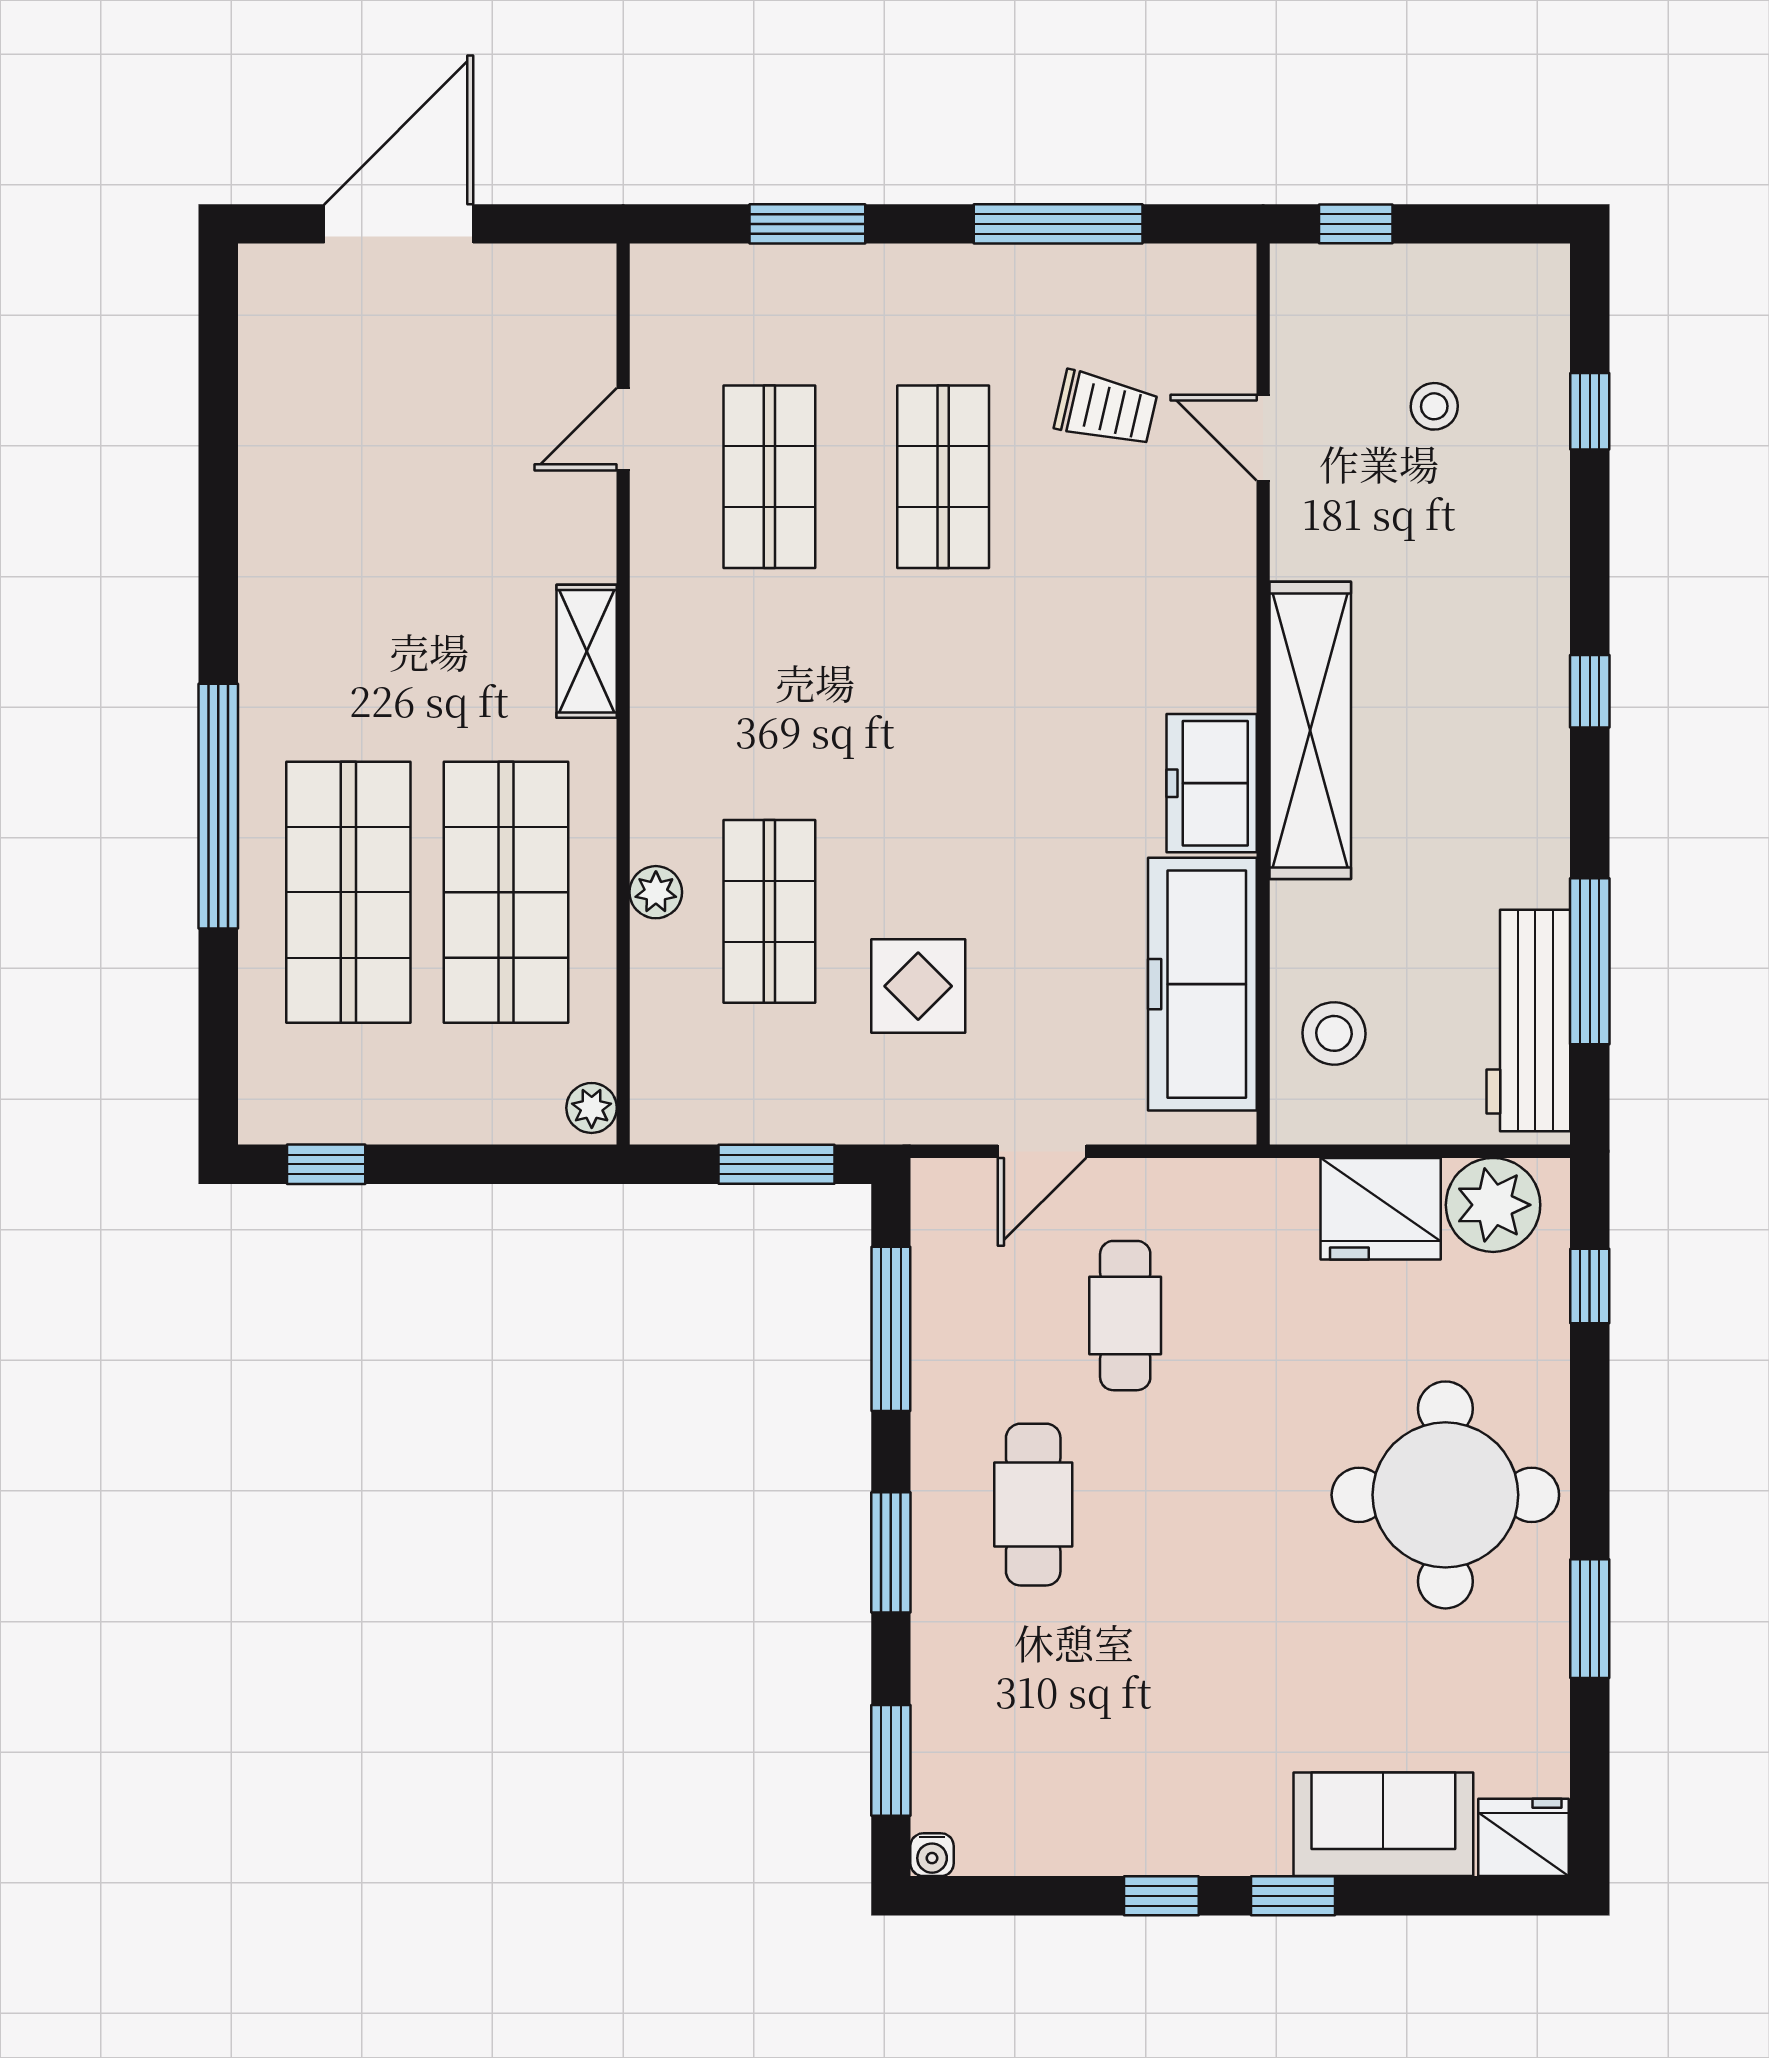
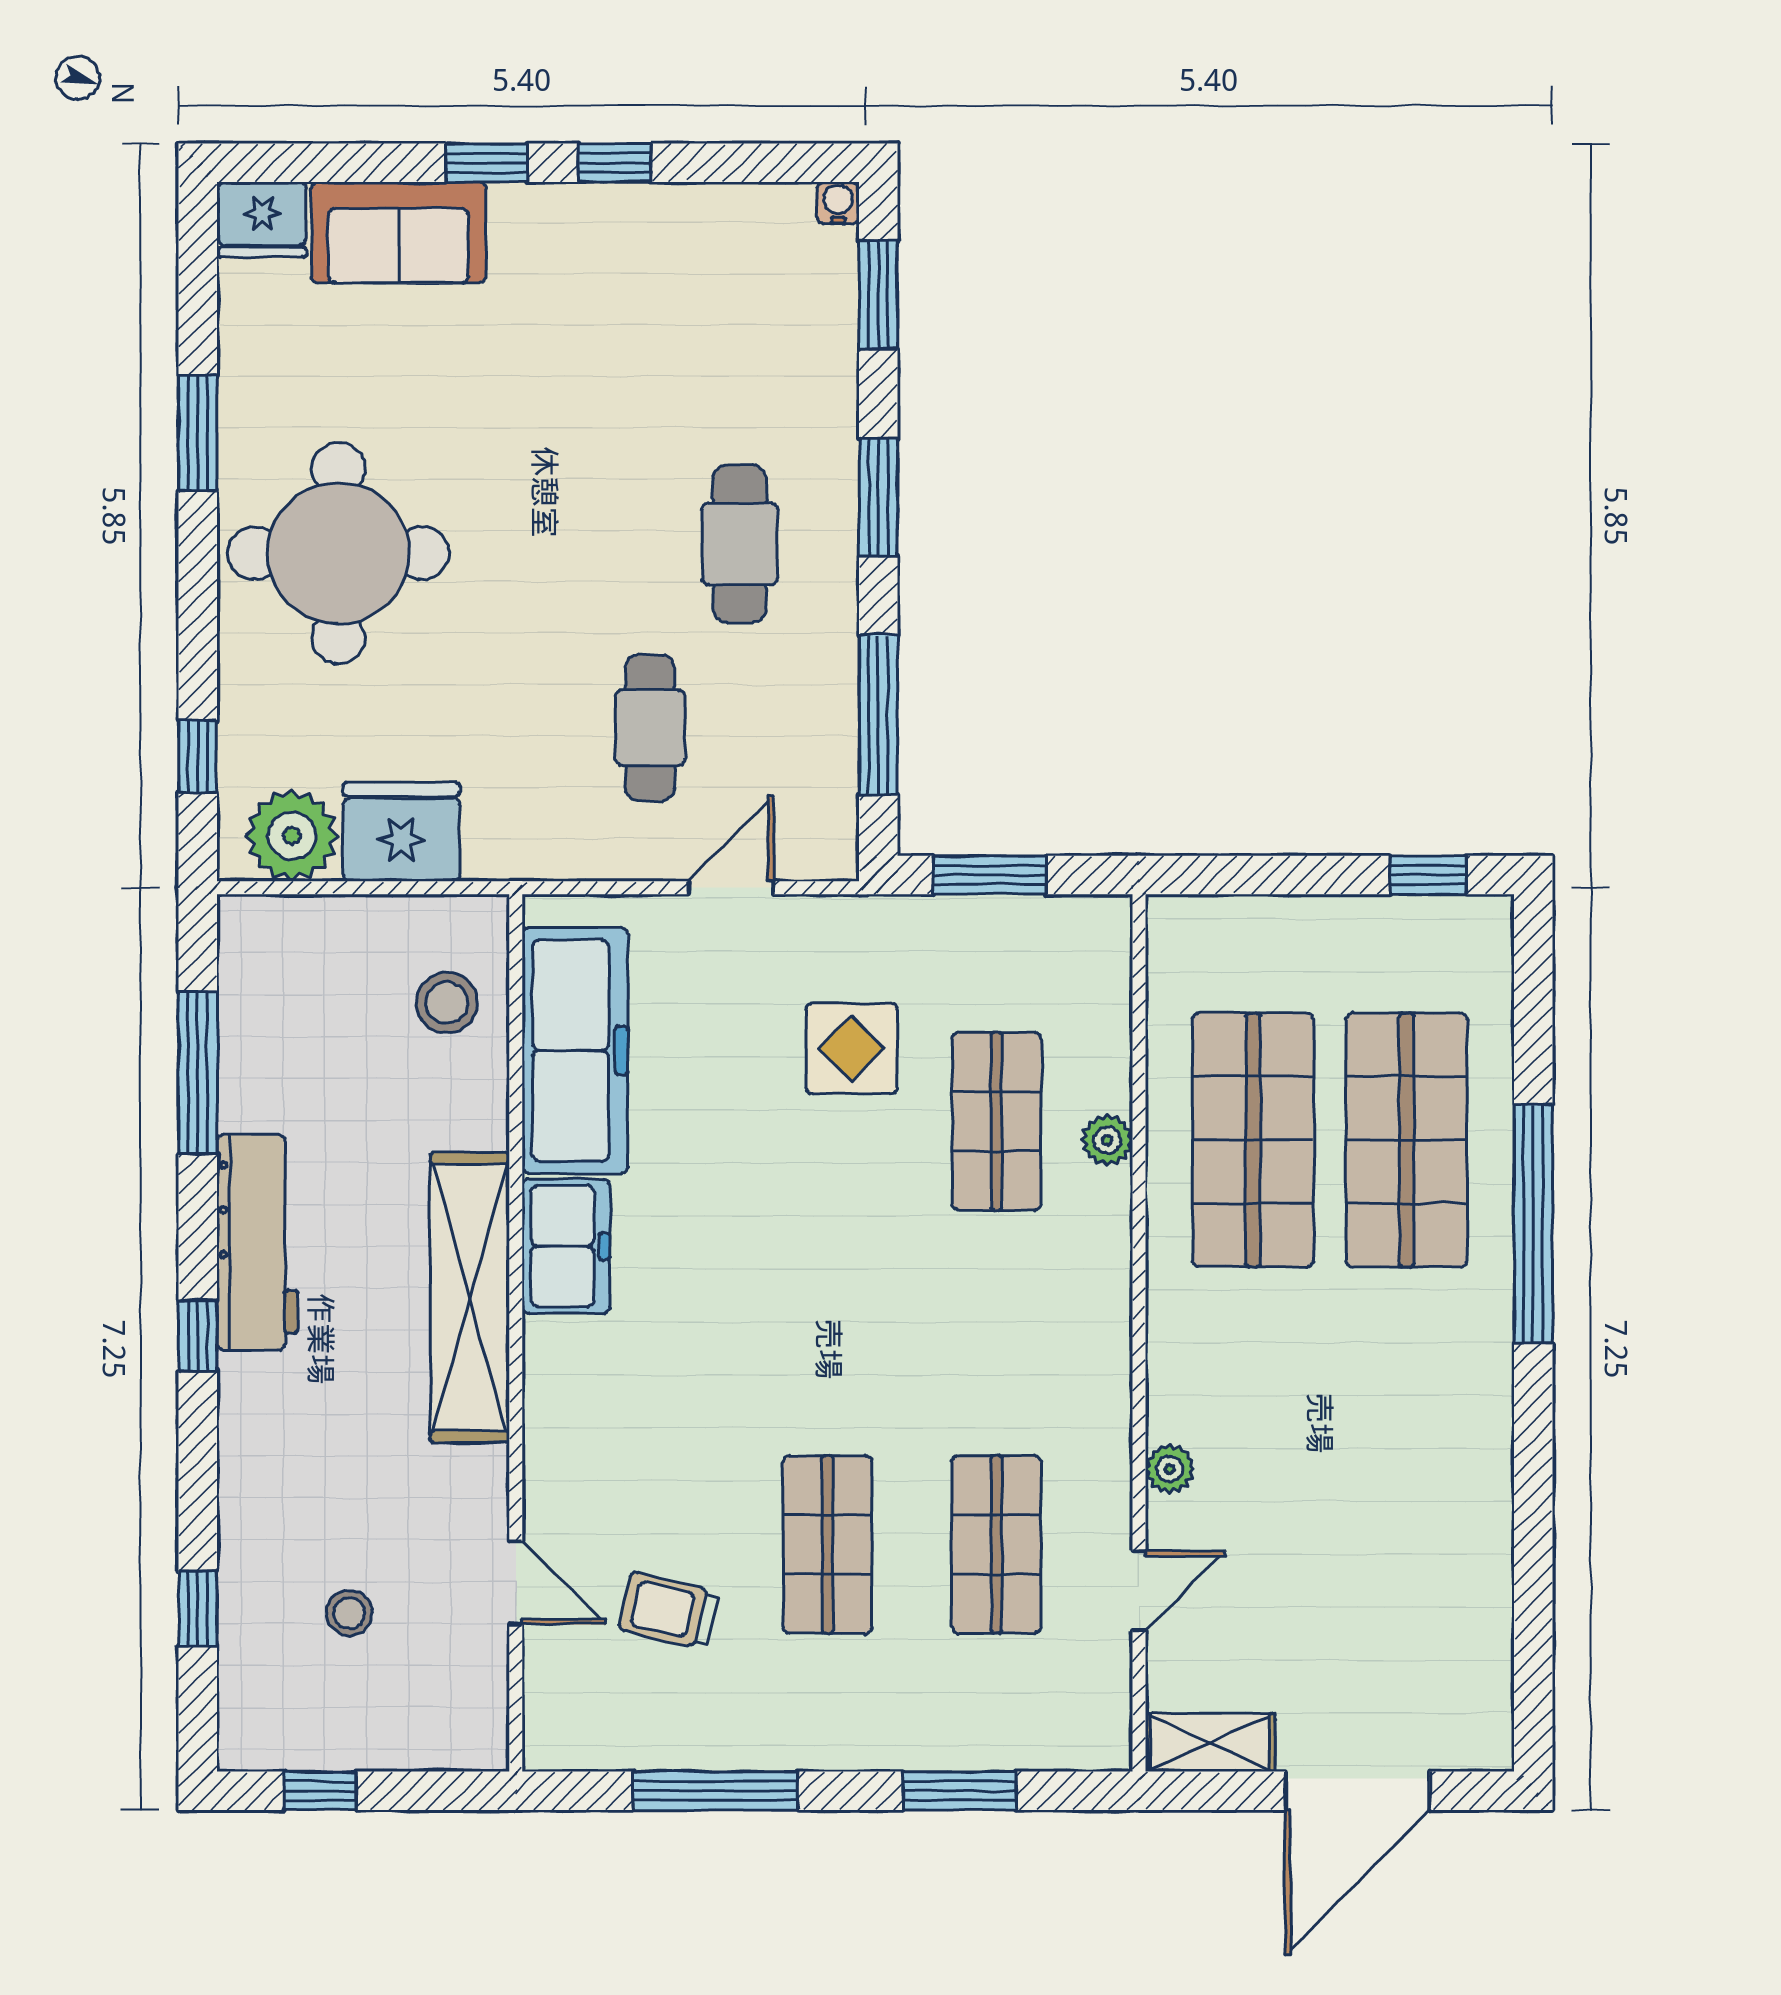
window: (1356, 224) -> (321, 1791), moved
shelving: (587, 651) -> (1210, 1743), moved, turned 90
workbench: (1528, 1021) -> (257, 1242), moved
plant: (592, 1108) -> (1170, 1469), moved

